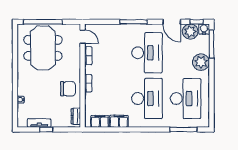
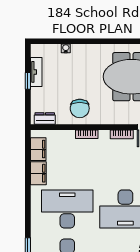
desk: (147, 99) -> (67, 209), turned 180

